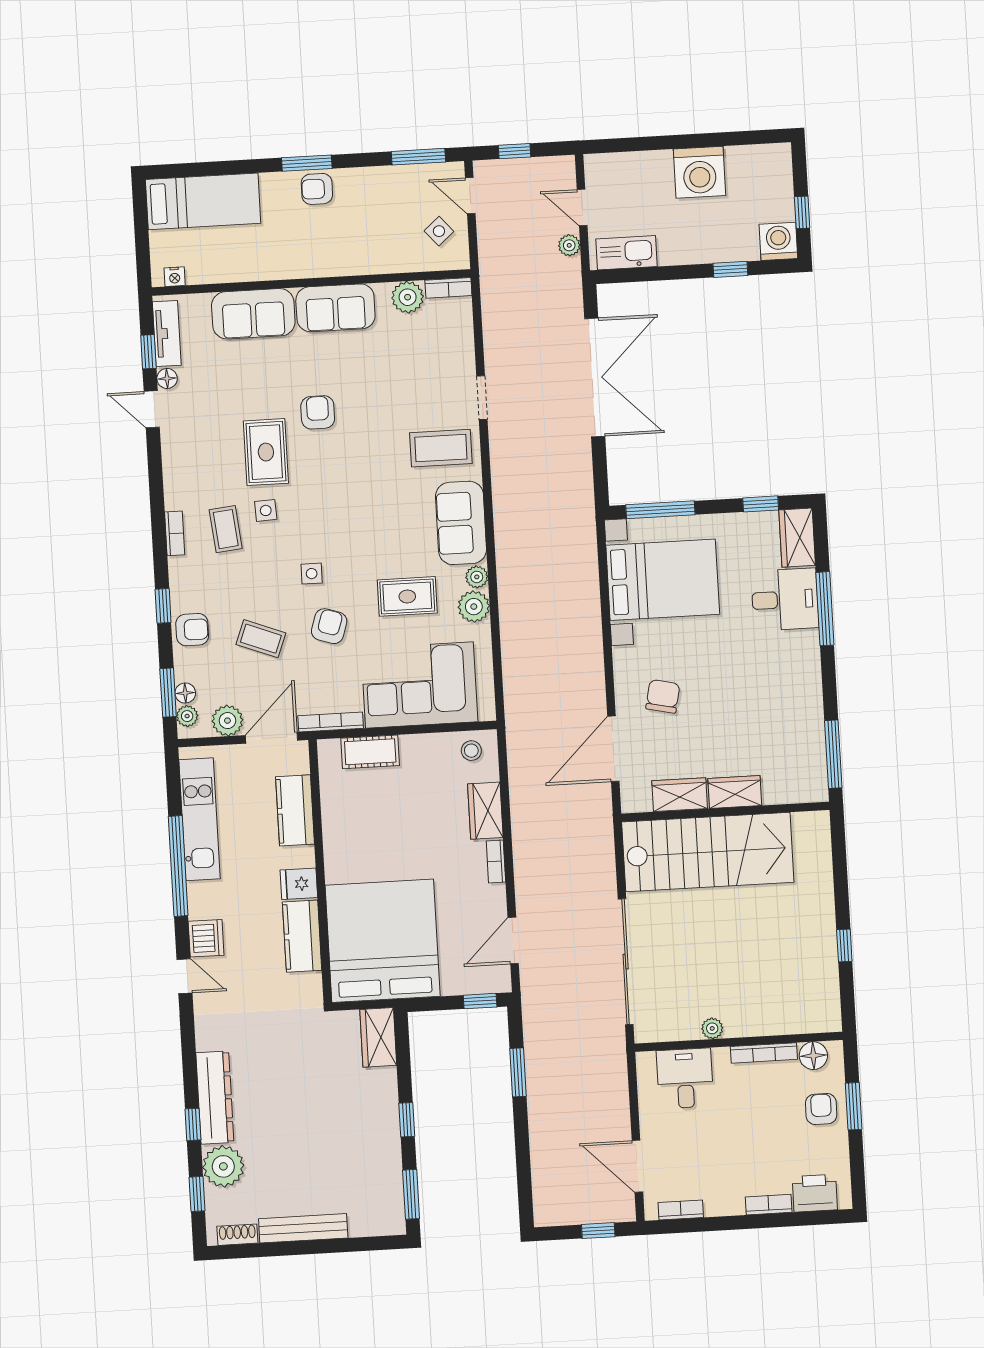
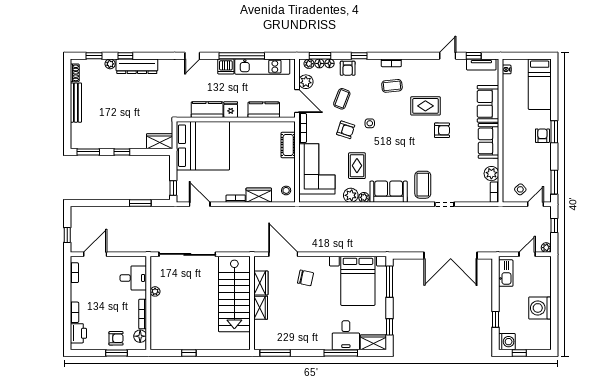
plant: (569, 245) -> (546, 248), moved
floor lamp: (167, 378) -> (329, 63), moved
side table: (266, 510) -> (399, 104), removed
dishwasher: (206, 938) -> (226, 66), moved
plant: (223, 1166) -> (110, 64), width x0.53, depth x0.53

